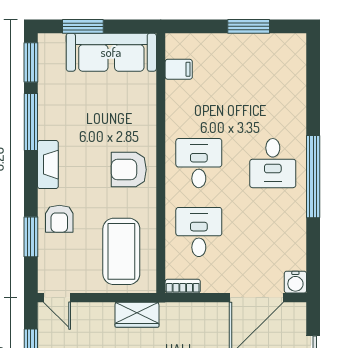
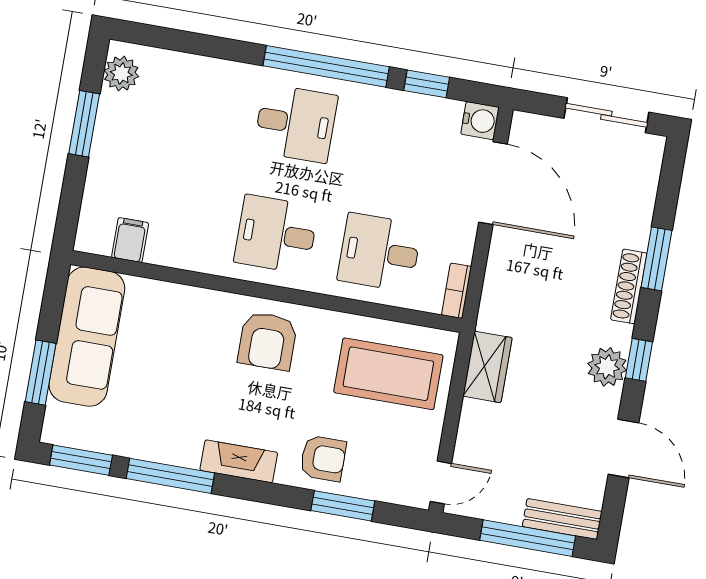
plant: (285, 45) -> (121, 73), added
window: (313, 243) -> (427, 84), added

